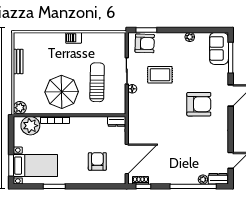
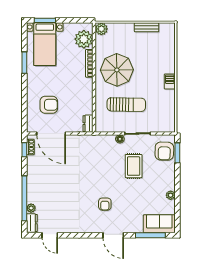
armchair: (199, 104) -> (105, 204), width x0.53, depth x0.53

